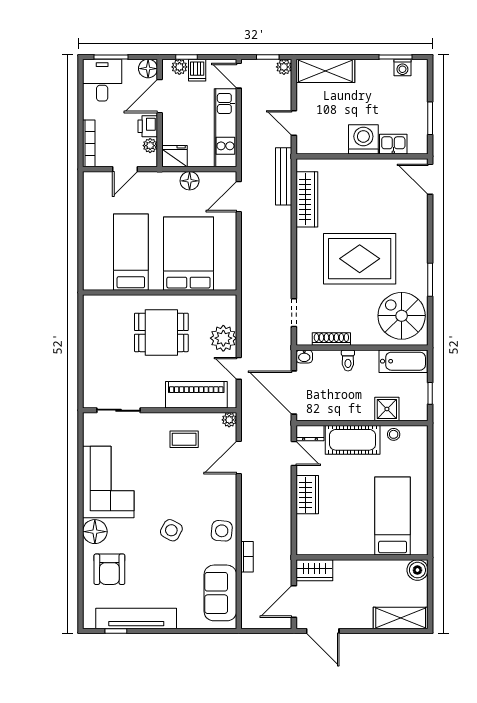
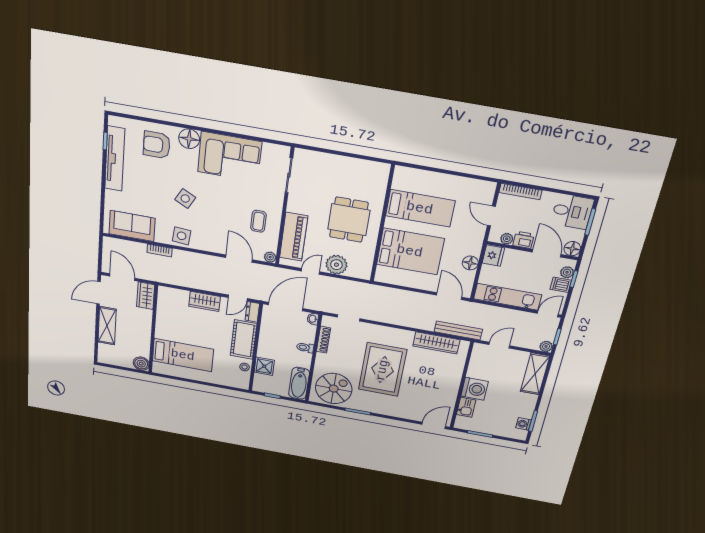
shelving: (401, 618) -> (107, 326), moved

